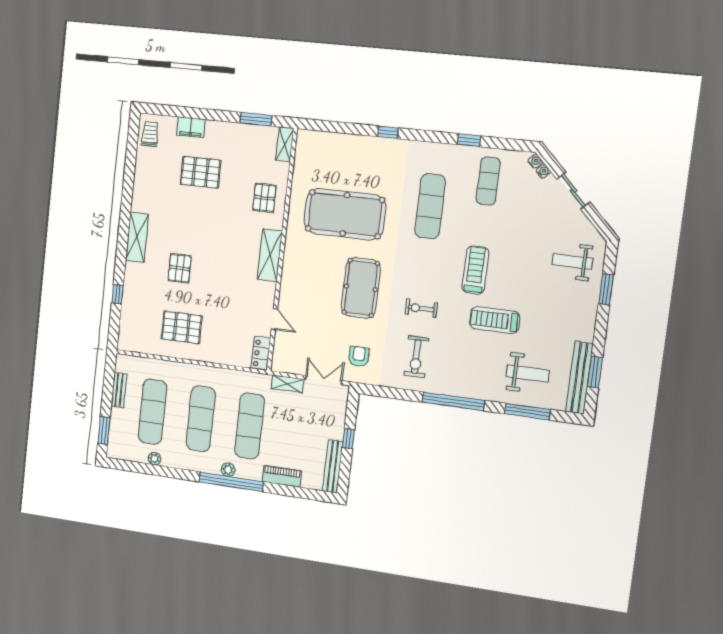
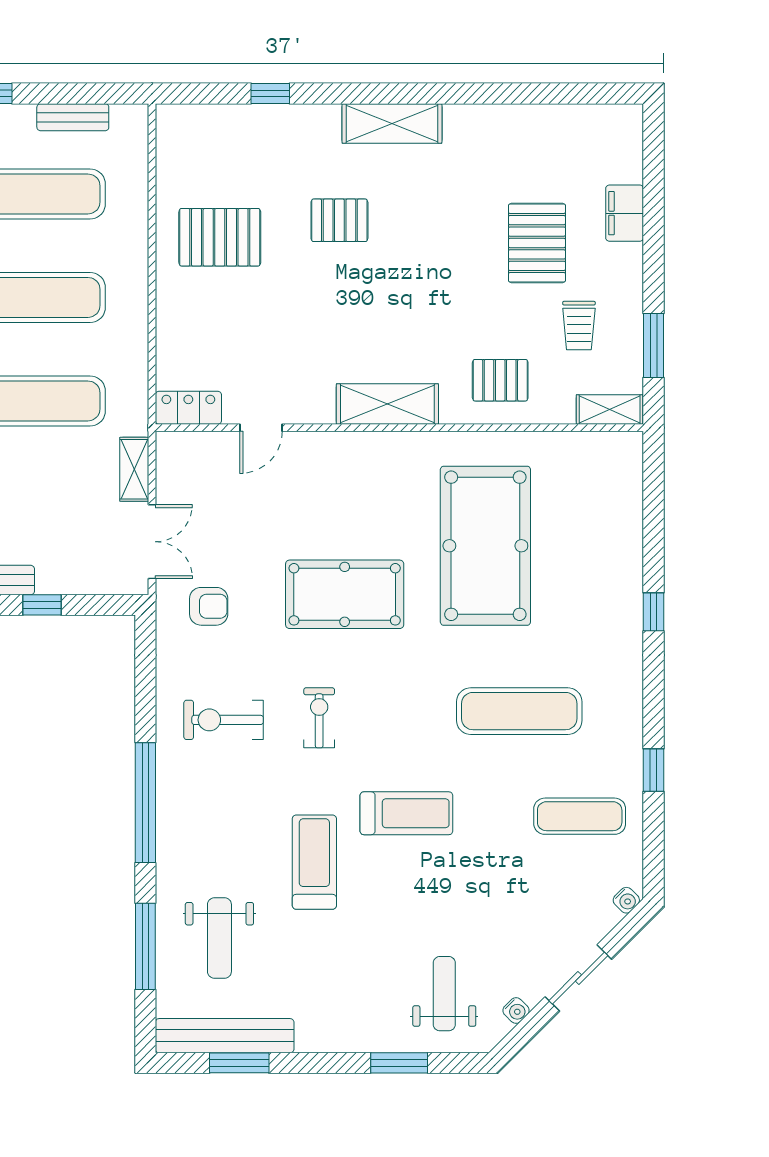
trolley: (150, 134) -> (579, 326), moved, turned 90
water cooler: (543, 171) -> (516, 1011), moved
pallet: (182, 327) -> (220, 237), turned 90

